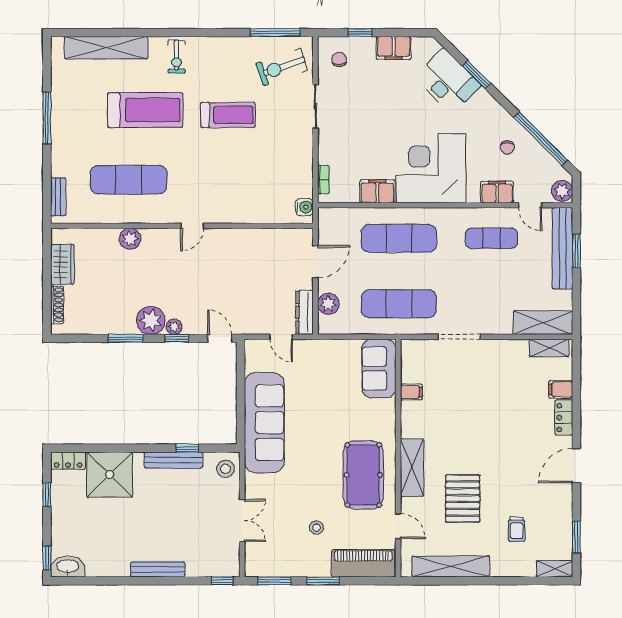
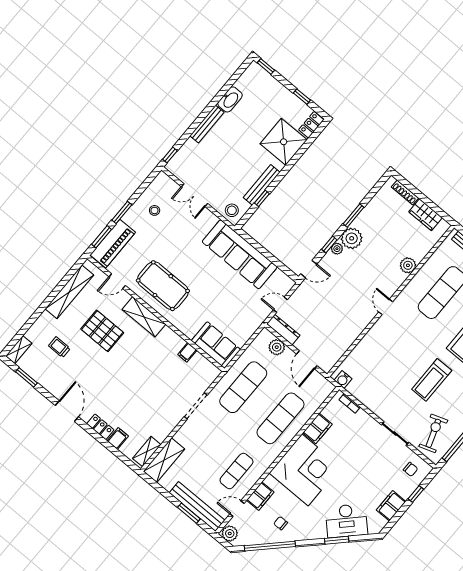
stool: (316, 528) -> (155, 210), moved
washbasin: (68, 567) -> (230, 99), moved
window: (274, 581) -> (102, 237), moved

